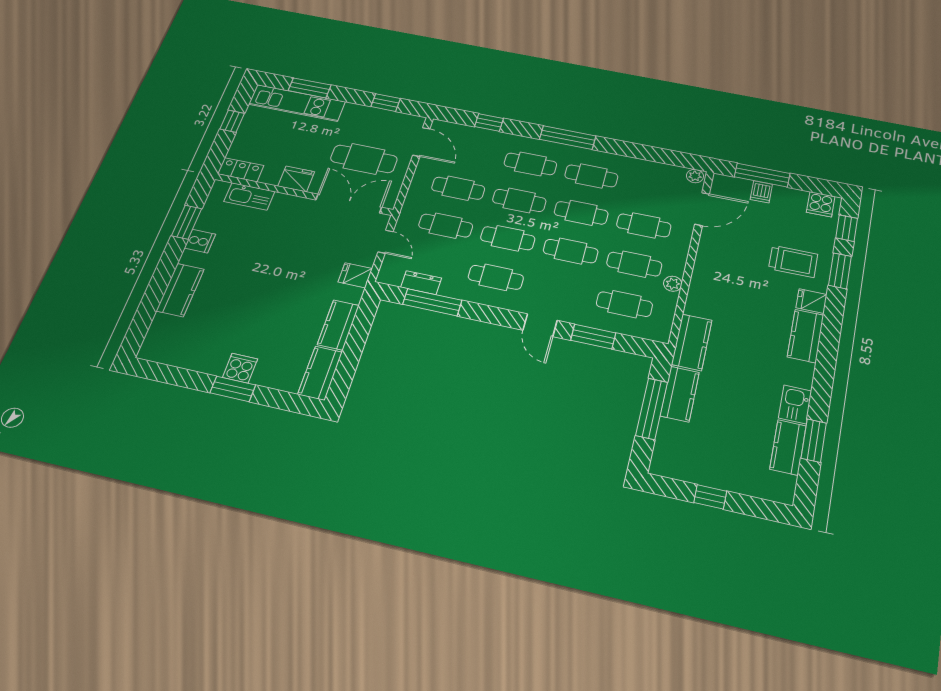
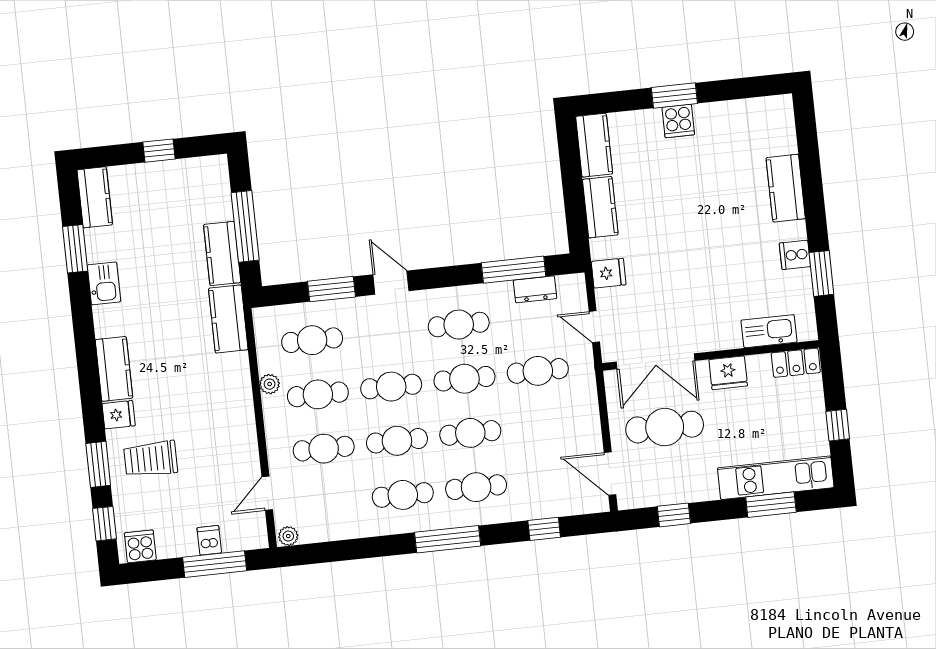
cafe table: (458, 188) -> (544, 425), removed
door: (702, 209) -> (267, 493), width x0.73
kitchen counter: (788, 447) -> (95, 197), moved

